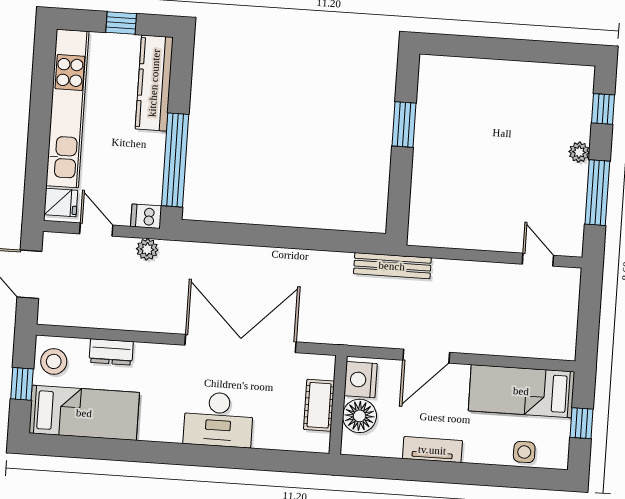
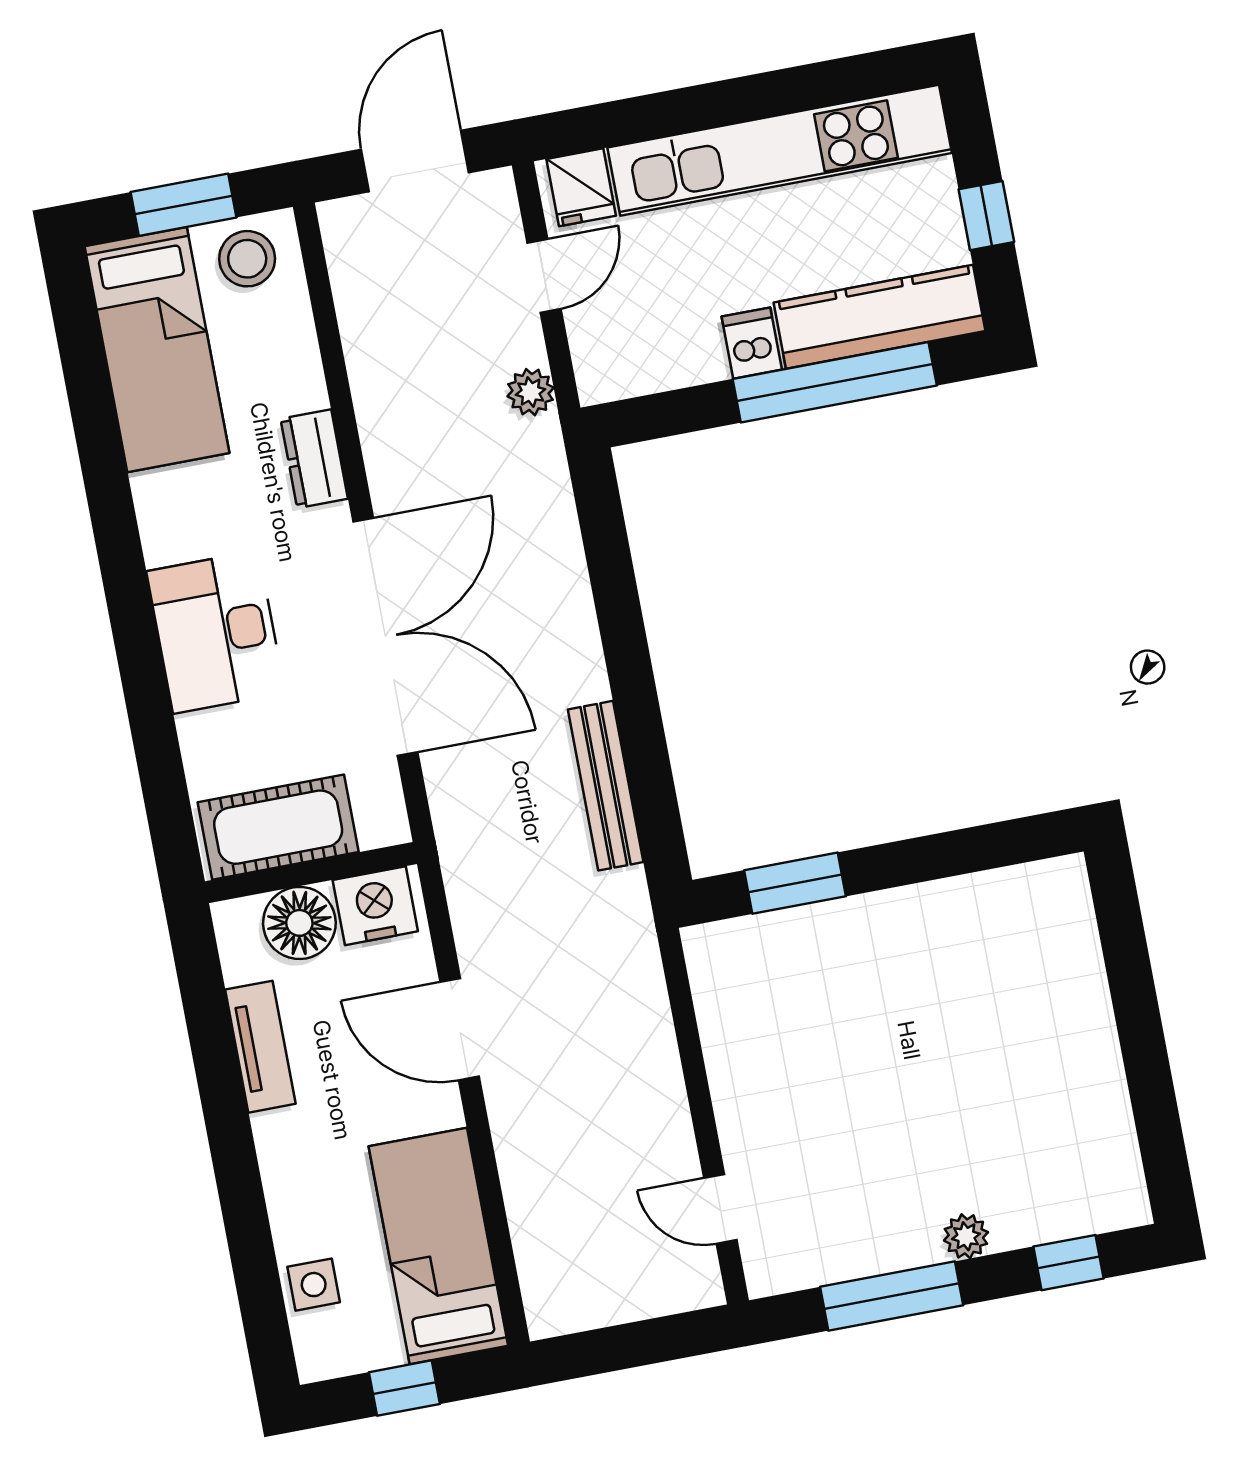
window: (404, 125) -> (795, 883), moved
window: (175, 160) -> (835, 382), moved
dishwasher: (146, 216) -> (752, 343), moved
door: (538, 260) -> (720, 1209), swing flipped
bench: (392, 266) -> (606, 786), moved
dresser: (111, 352) -> (314, 459), moved
window: (22, 384) -> (183, 205), width x1.50
cot: (319, 405) -> (278, 827), width x1.37, depth x1.34
tv unit: (432, 450) -> (260, 1047), moved

